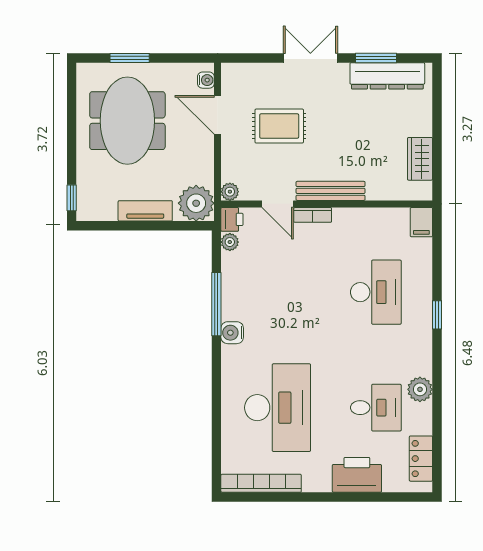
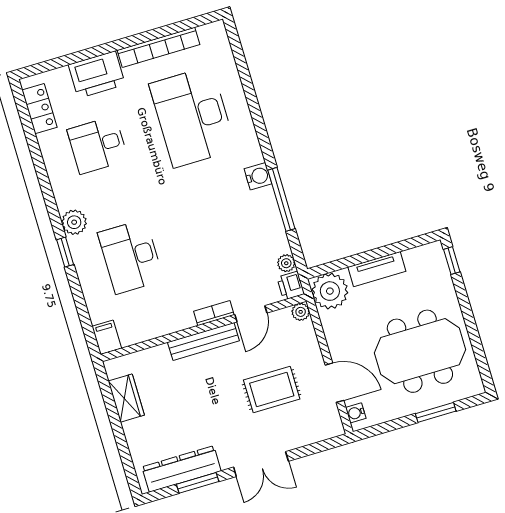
meeting table: (127, 121) -> (420, 351), turned 90
door: (278, 204) -> (251, 314), swing flipped
plant: (420, 389) -> (74, 222), moved
bookcase: (261, 483) -> (158, 47), moved

